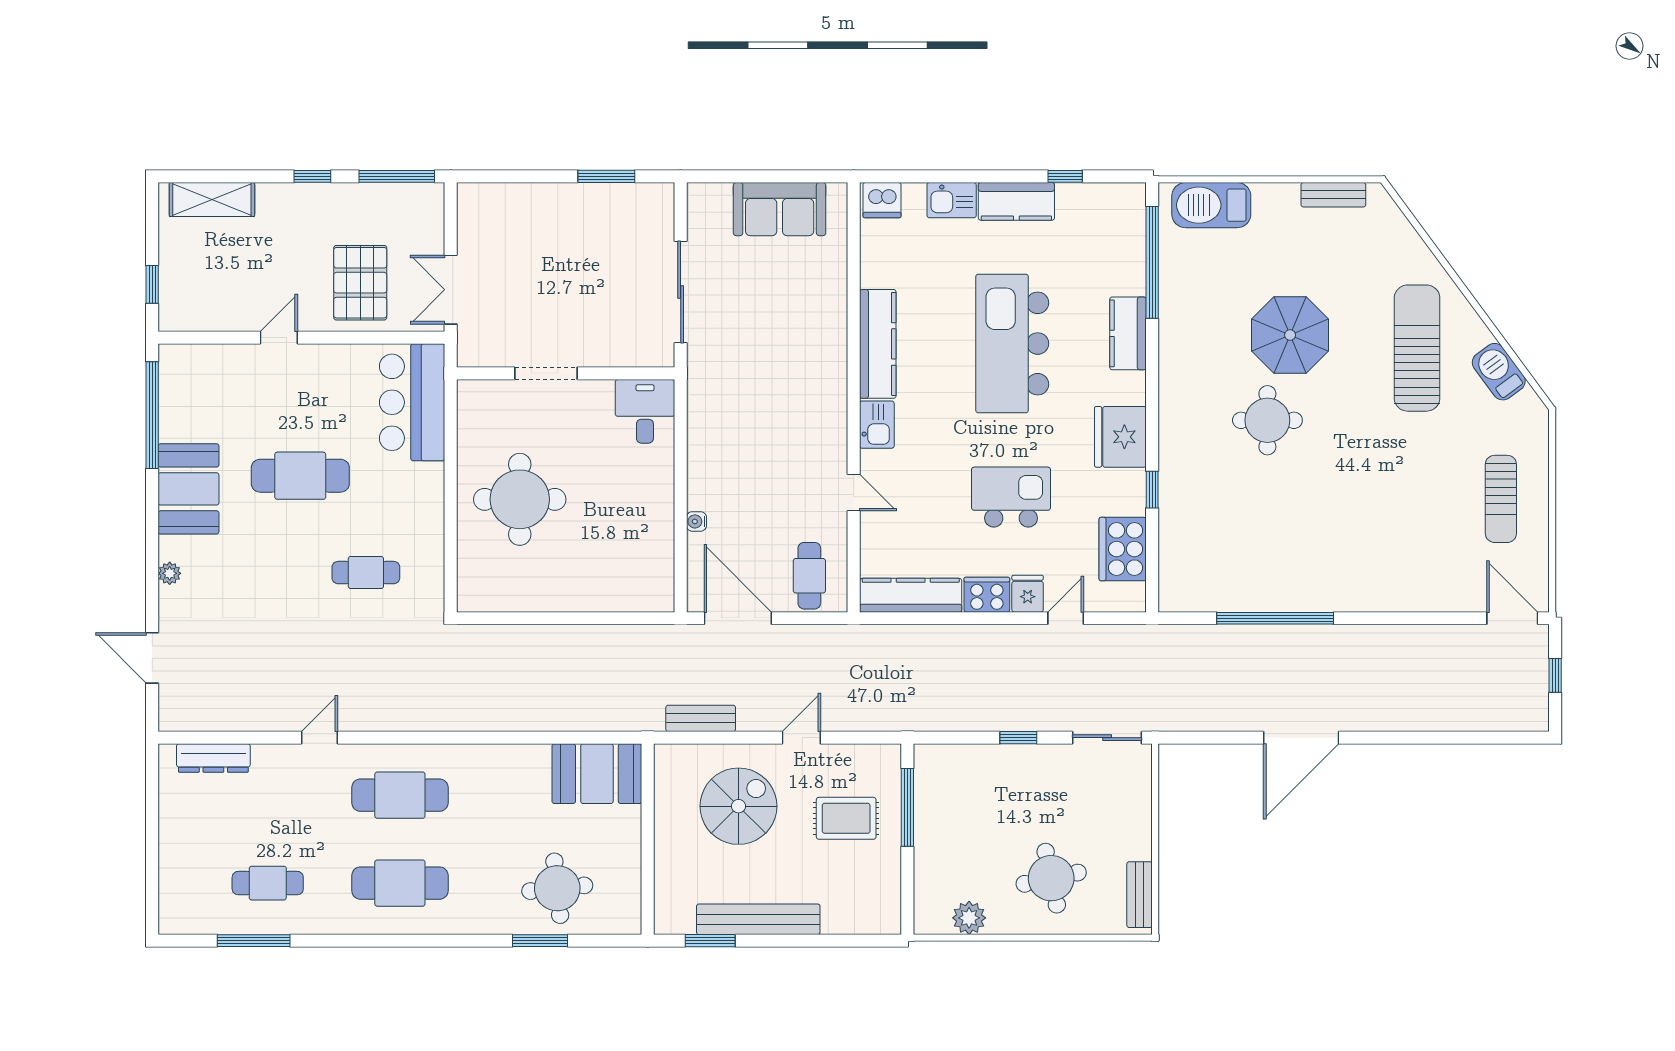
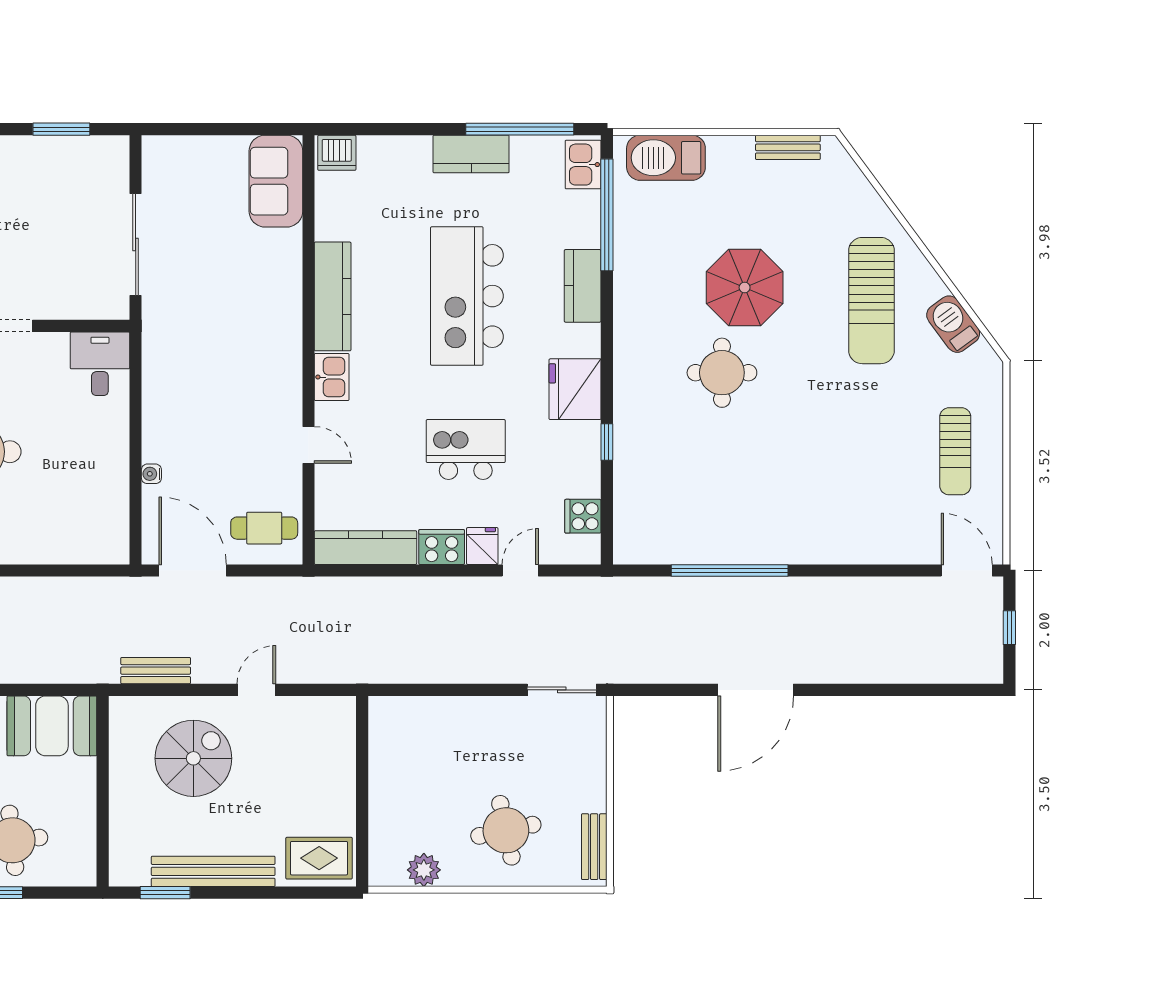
window: (1065, 176) -> (520, 129), width x3.17
kitchen sink: (952, 200) -> (583, 165), moved, turned 90
sofa: (780, 209) -> (276, 181), moved, turned 90
sun lounger: (1417, 348) -> (871, 301), turned 180
cooker: (1123, 549) -> (583, 516), width x0.53, depth x0.76
cafe table: (809, 576) -> (264, 528), turned 90
window: (1018, 738) -> (473, 690), removed
window: (907, 807) -> (362, 760), removed
rug: (846, 818) -> (319, 858), moved

